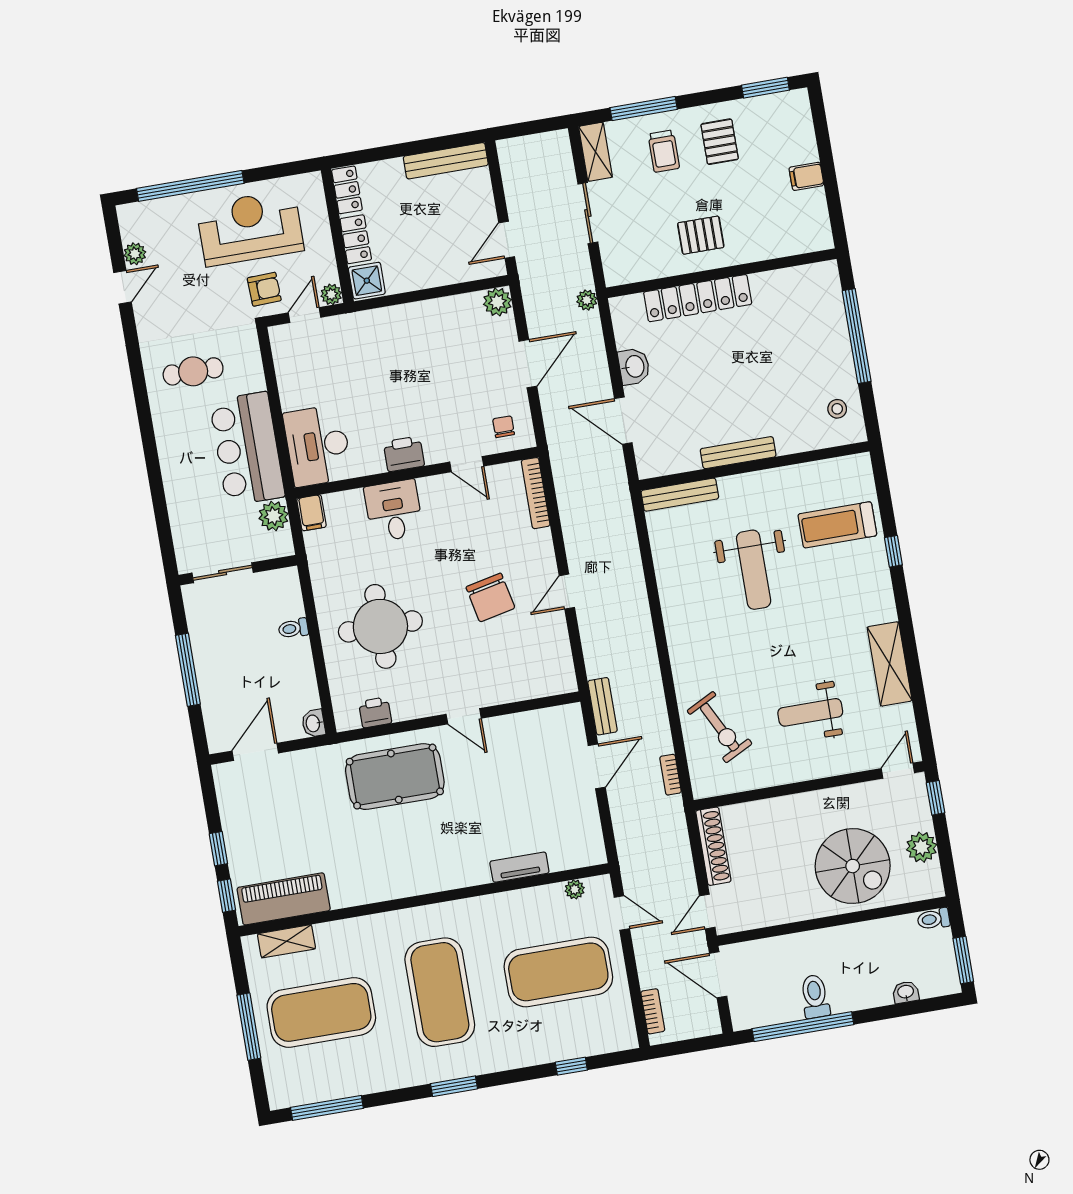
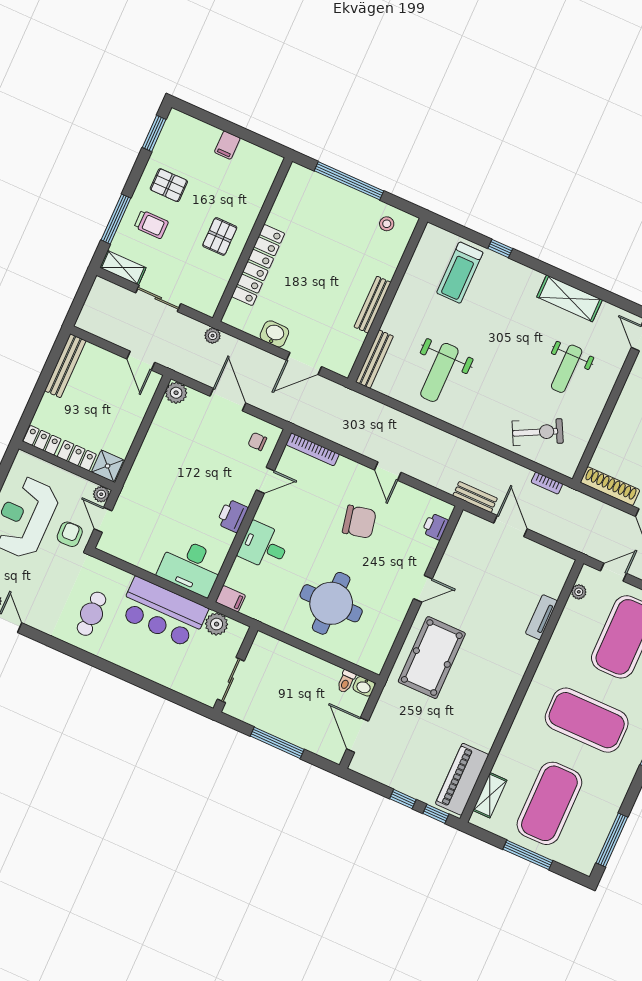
weight bench: (754, 570) -> (439, 372), moved, turned 90
toilet: (293, 628) -> (346, 682), moved
printer: (375, 712) -> (435, 526), moved

